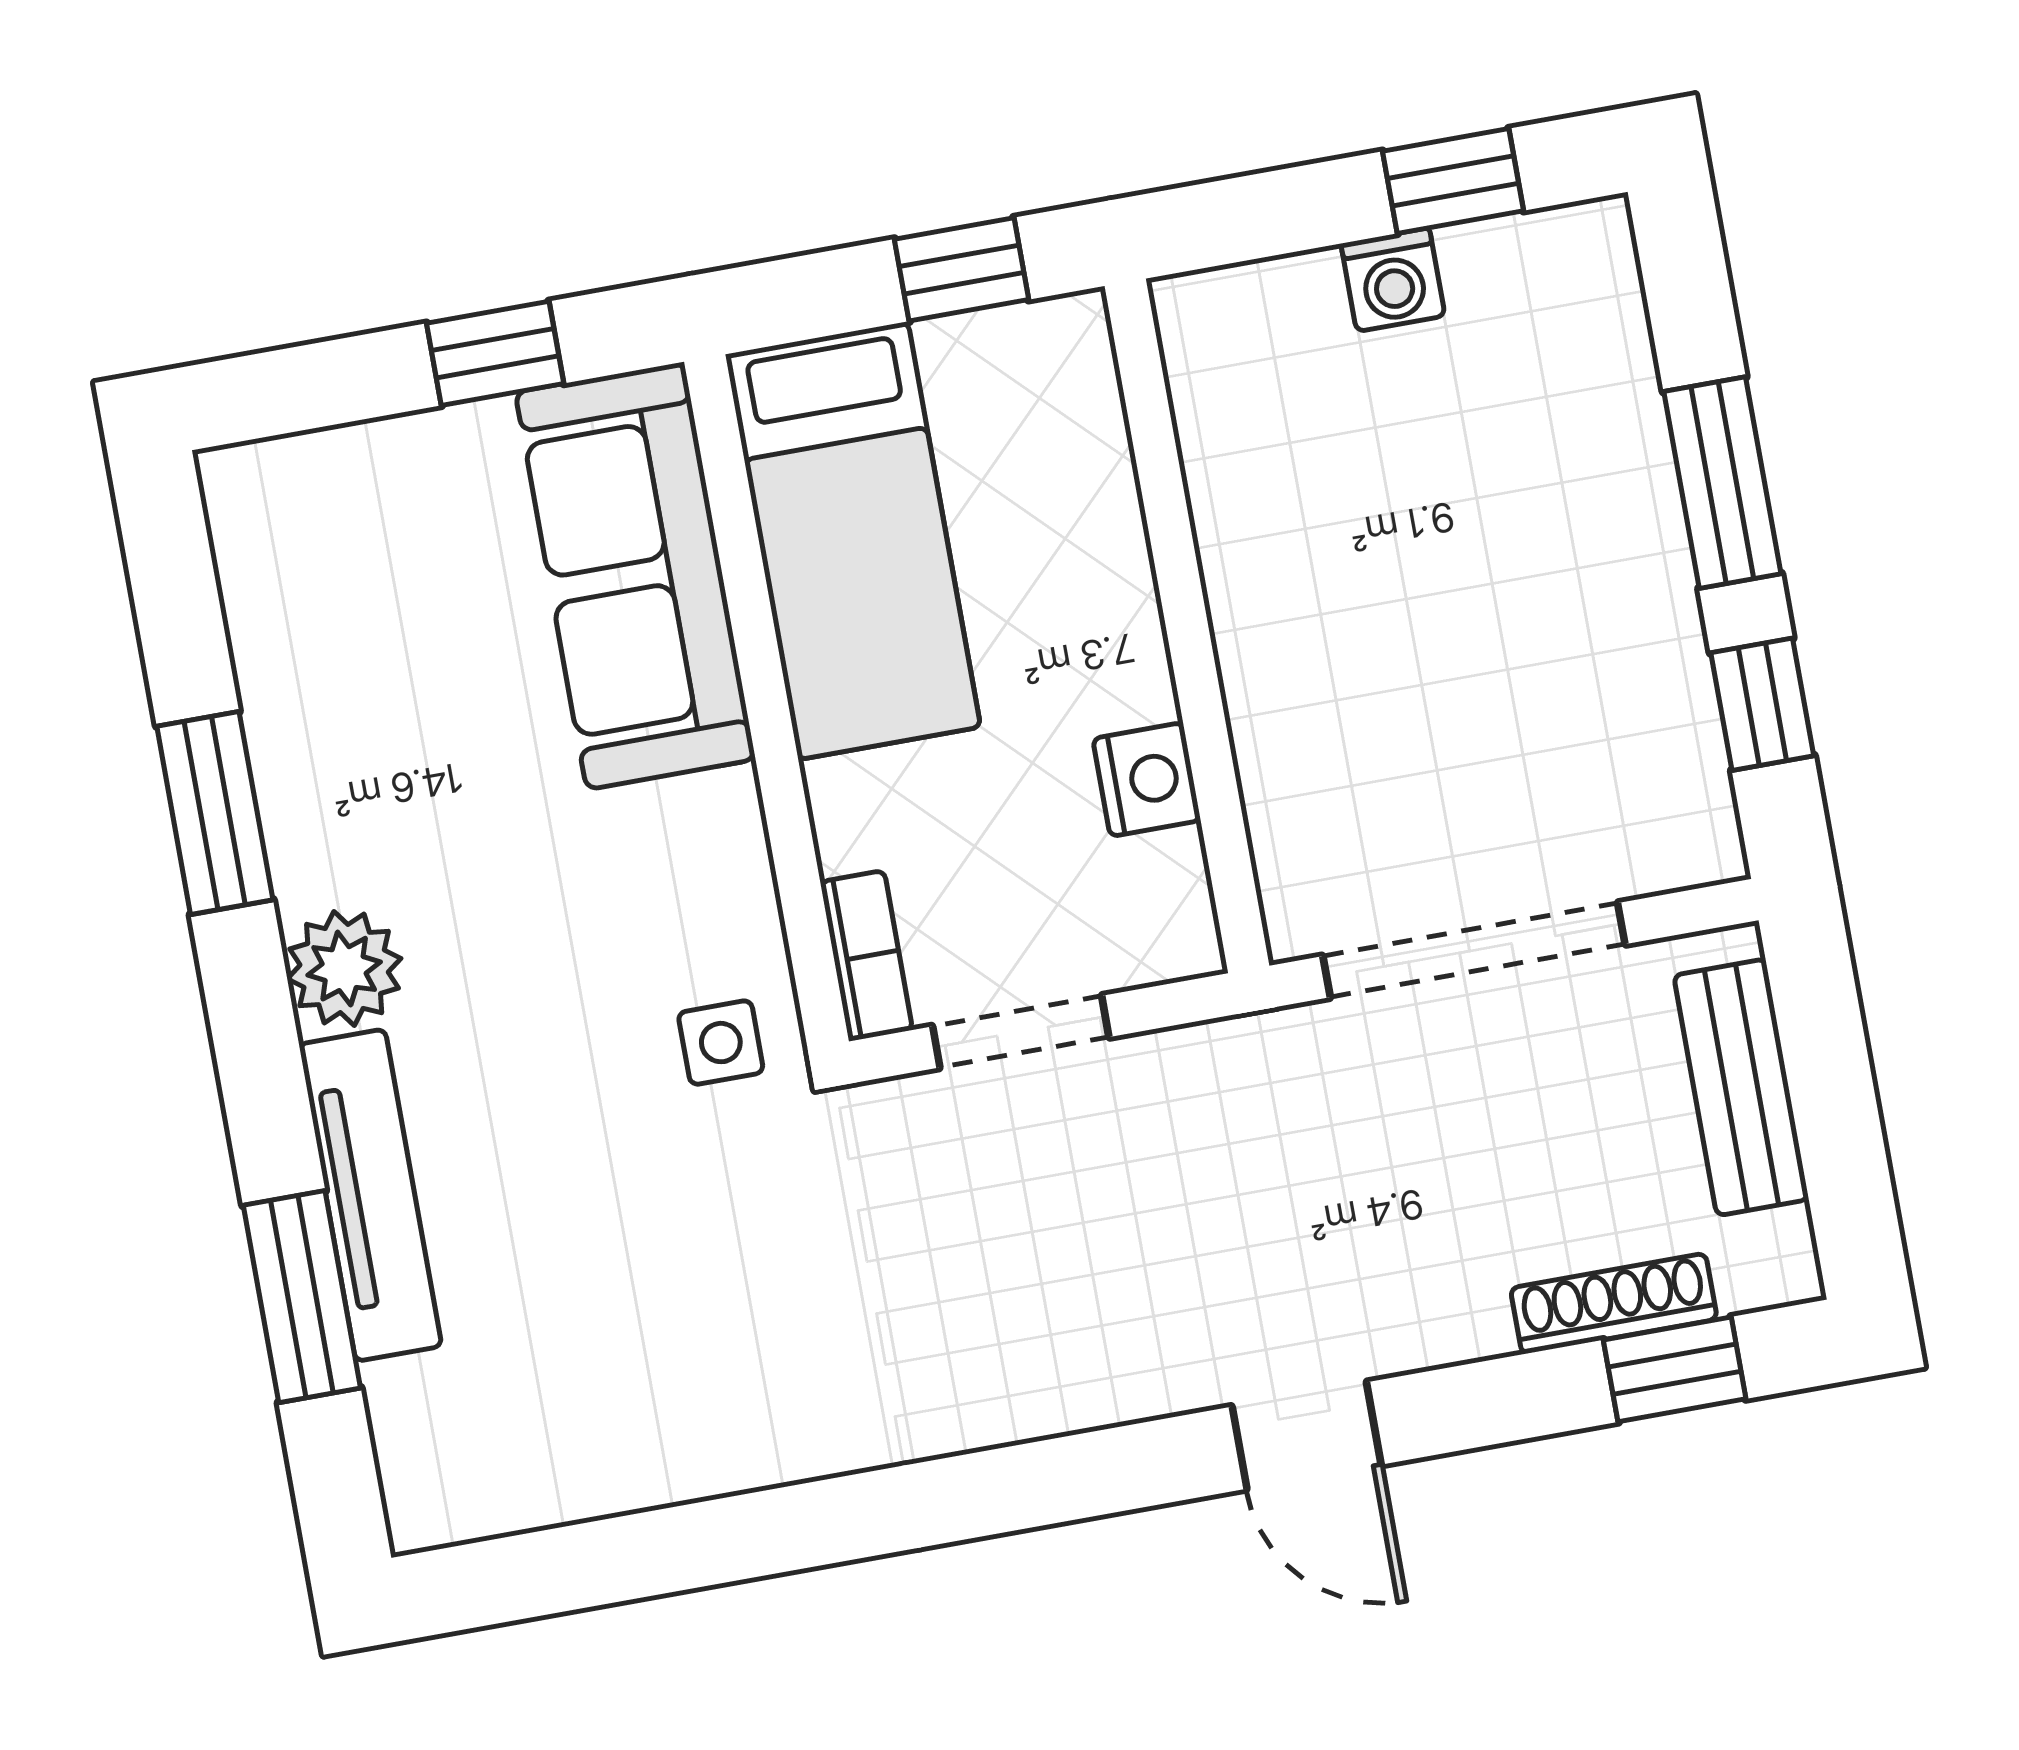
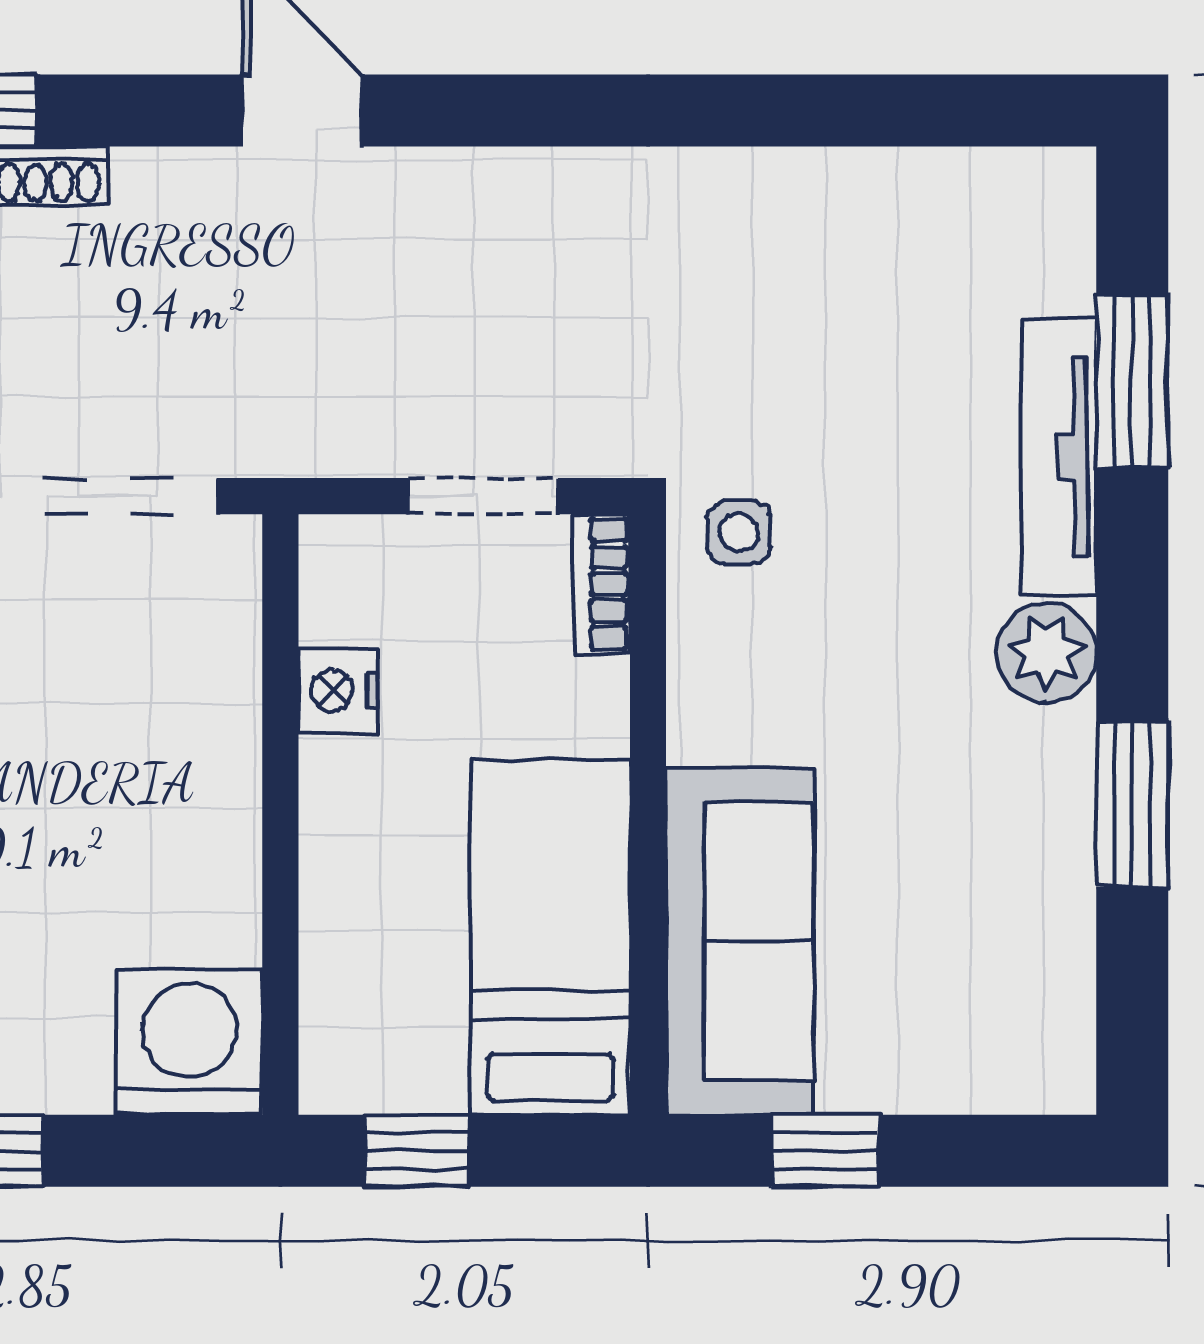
washing machine: (1393, 280) -> (189, 1042), moved, width x1.89, depth x1.89

